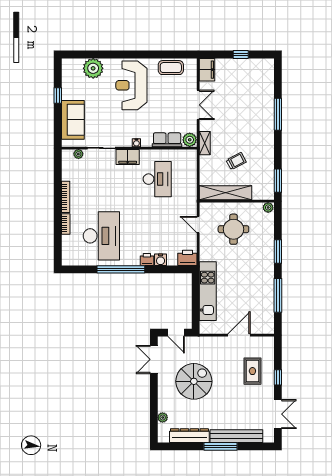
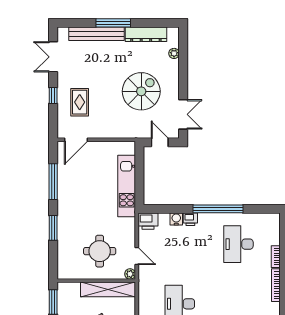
plant: (268, 207) -> (130, 274), moved
desk: (101, 236) -> (238, 244), width x0.73, depth x0.77
door: (239, 335) -> (76, 140), moved
spiral stairs: (194, 381) -> (141, 91), turned 180

